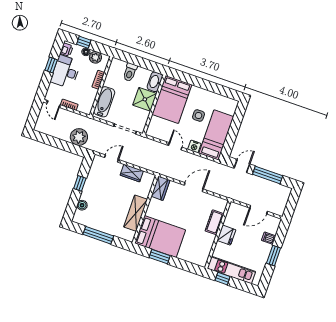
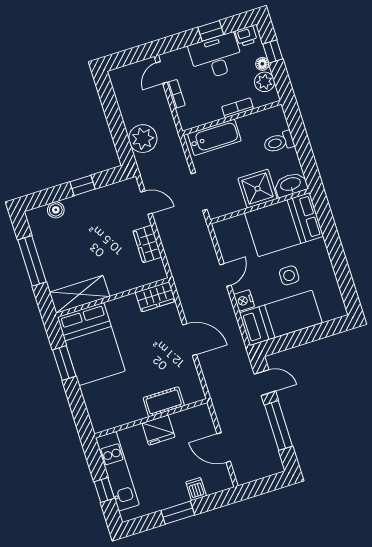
shelving: (136, 213) -> (80, 294), moved
window: (223, 279) -> (104, 490), moved

